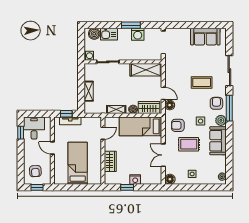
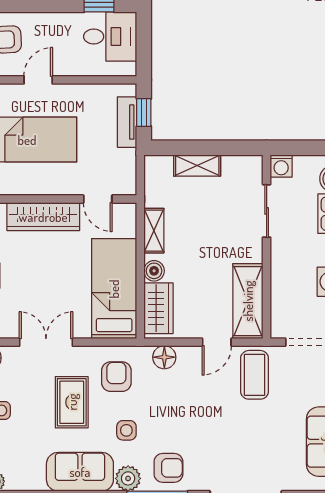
coffee table: (202, 82) -> (255, 375), moved
door: (163, 93) -> (217, 342), moved
door: (52, 148) -> (38, 80), moved
wardrobe: (110, 161) -> (43, 217), width x1.50

